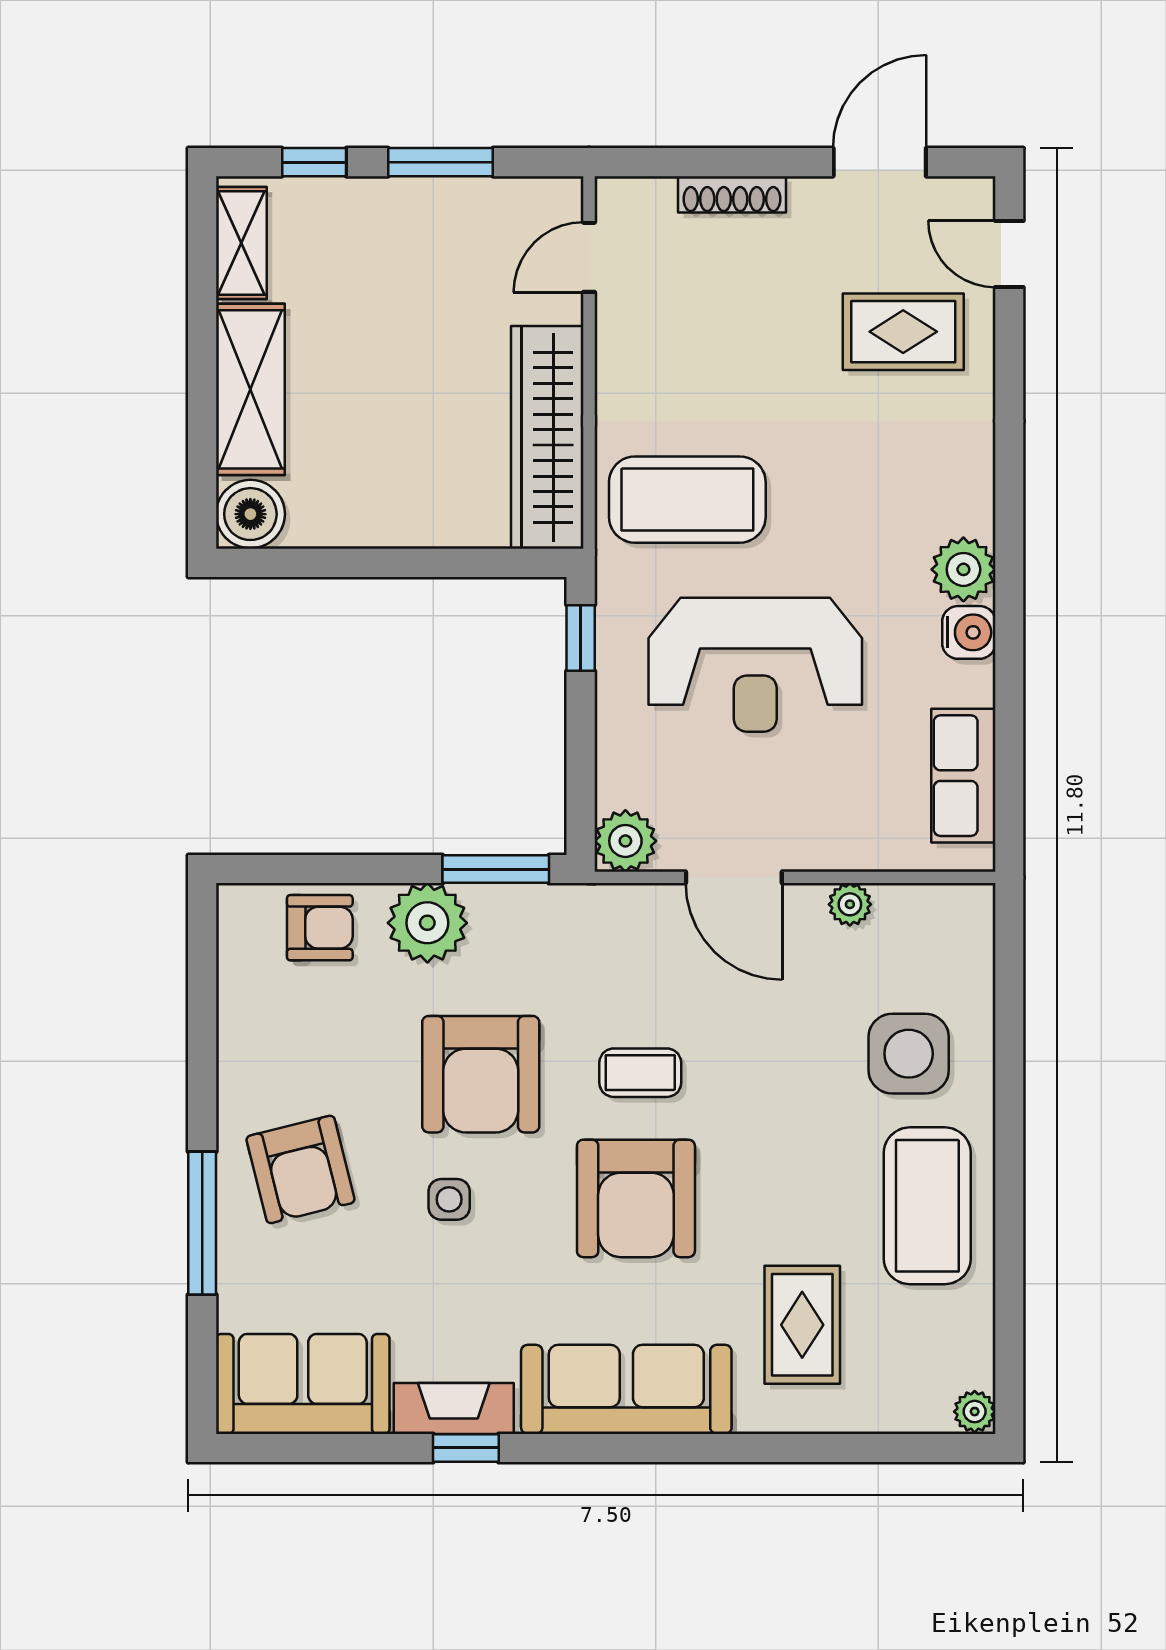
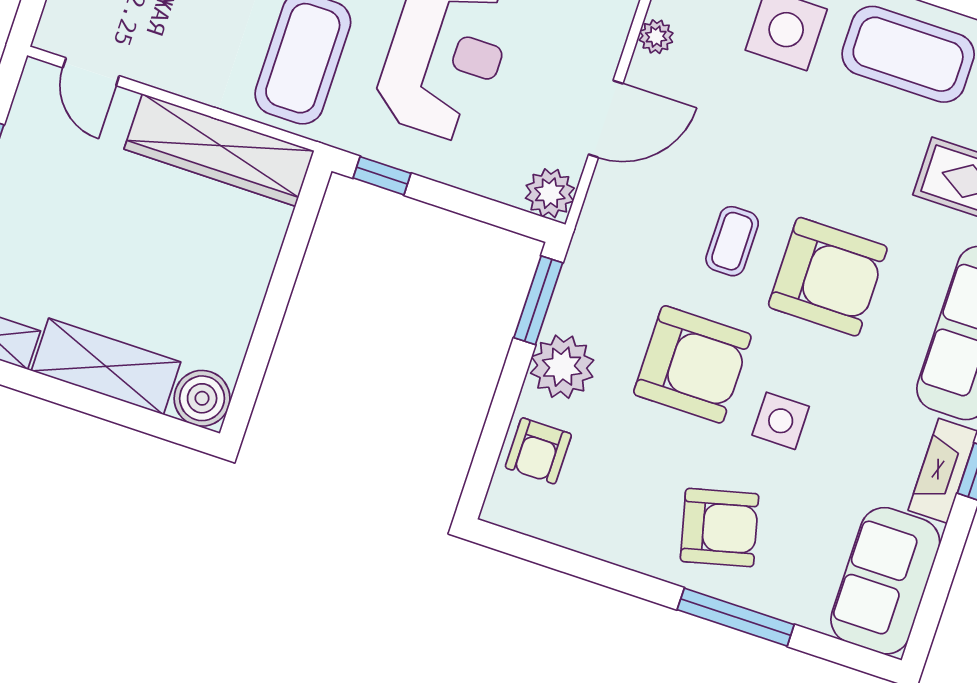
armchair: (320, 928) -> (538, 451), turned 180
side table: (449, 1199) -> (781, 421), width x1.37, depth x1.37

